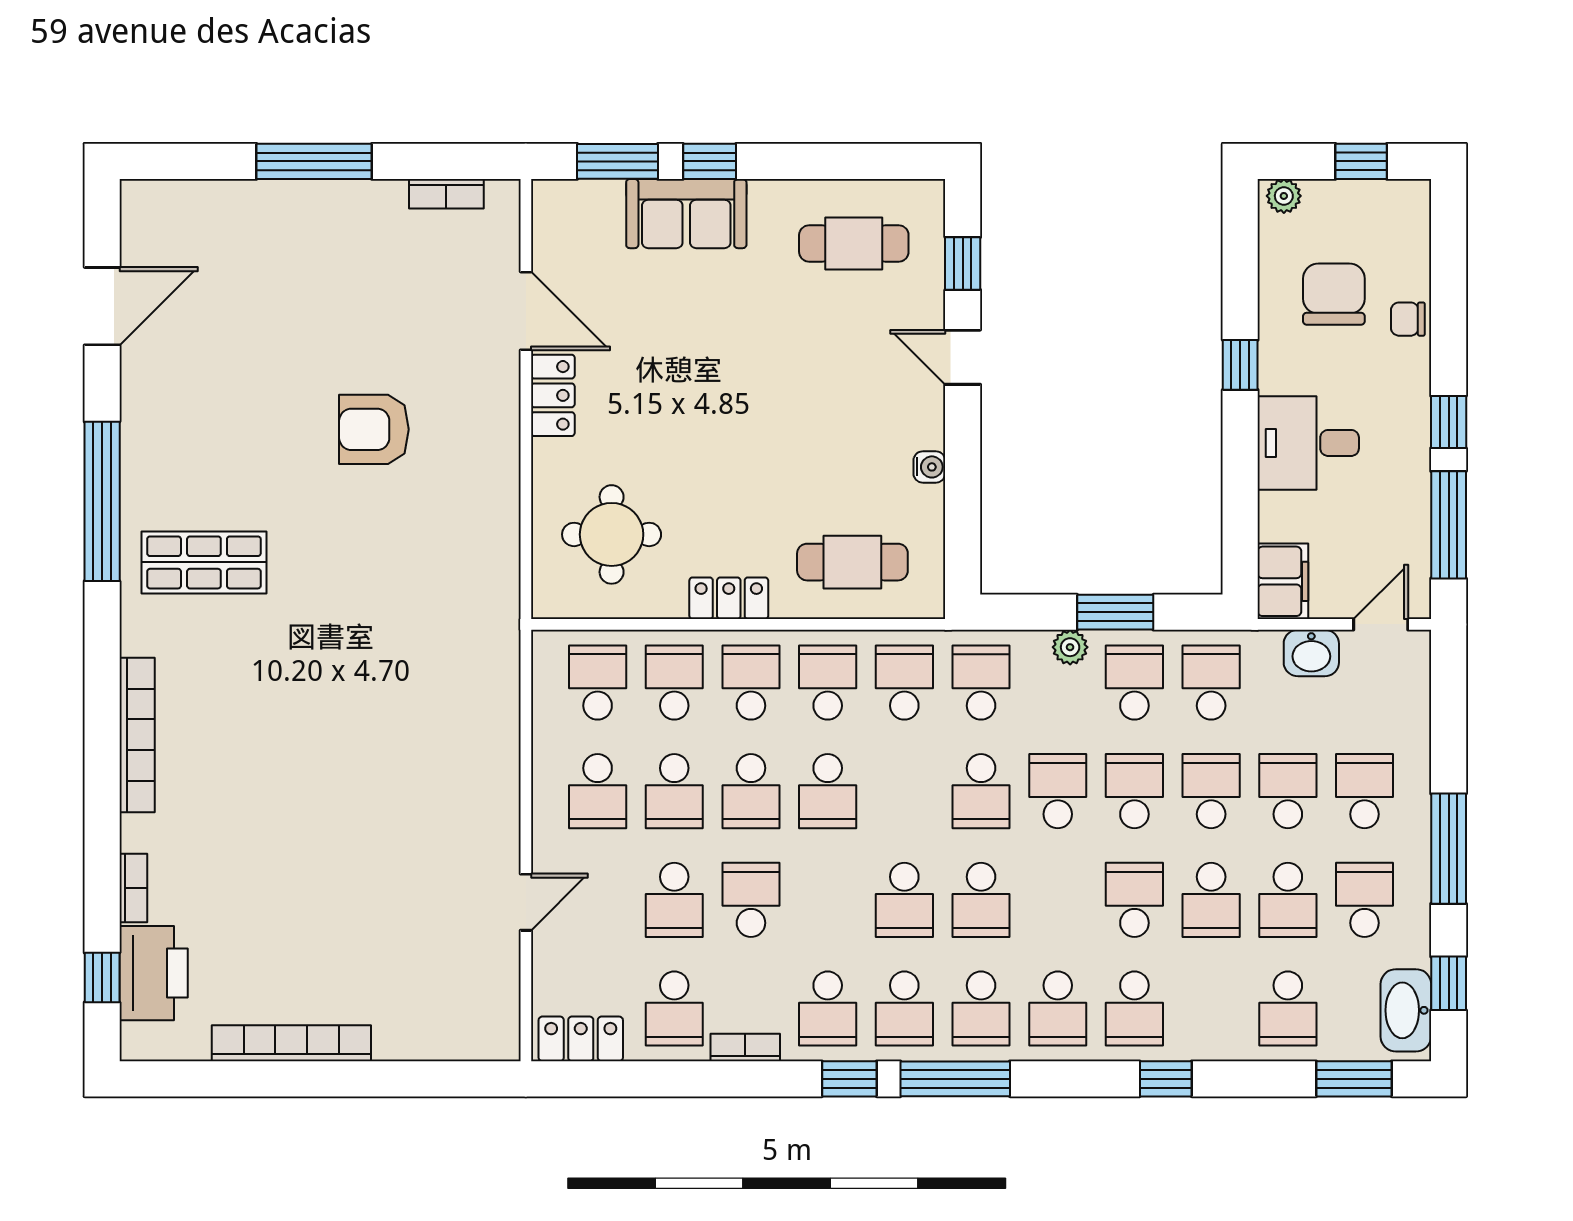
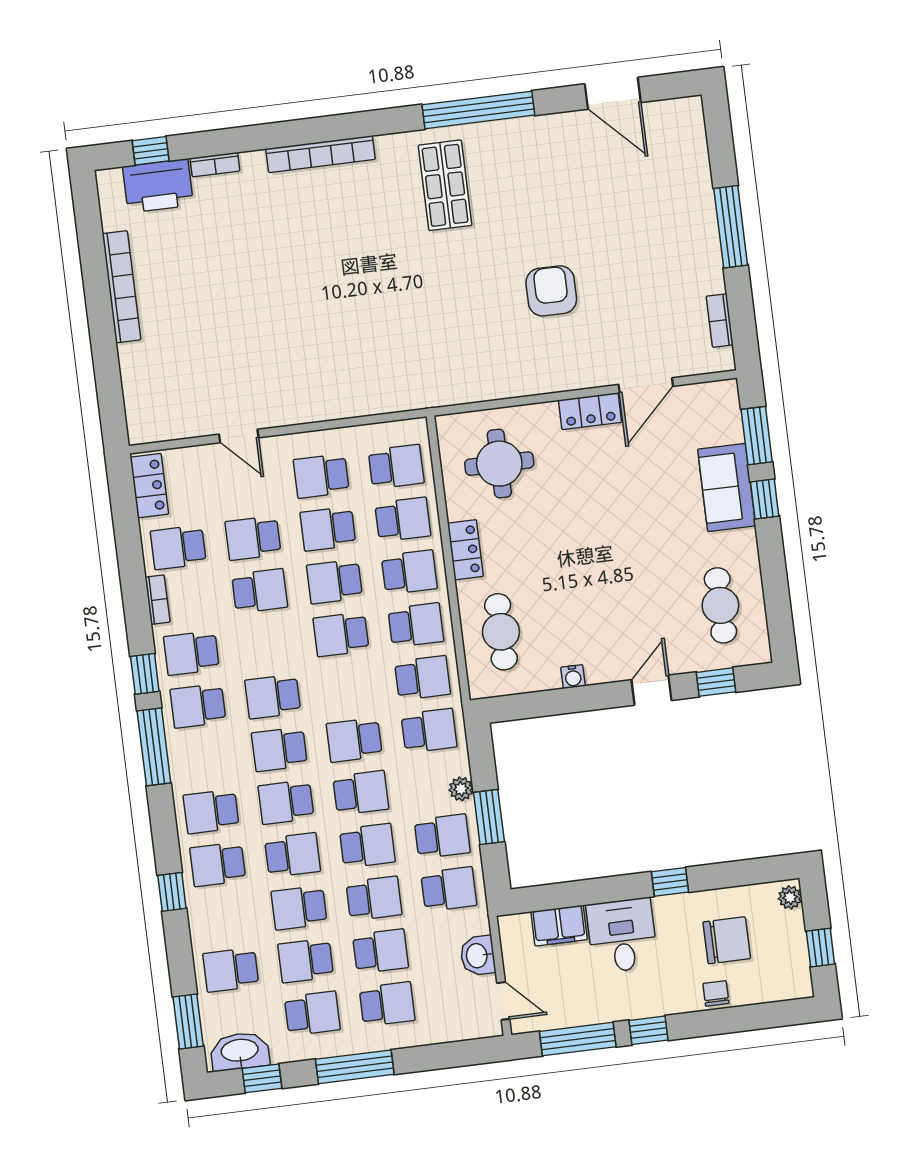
filing cabinet: (1283, 581) -> (559, 926), moved
school desk: (981, 1009) -> (286, 802), moved

